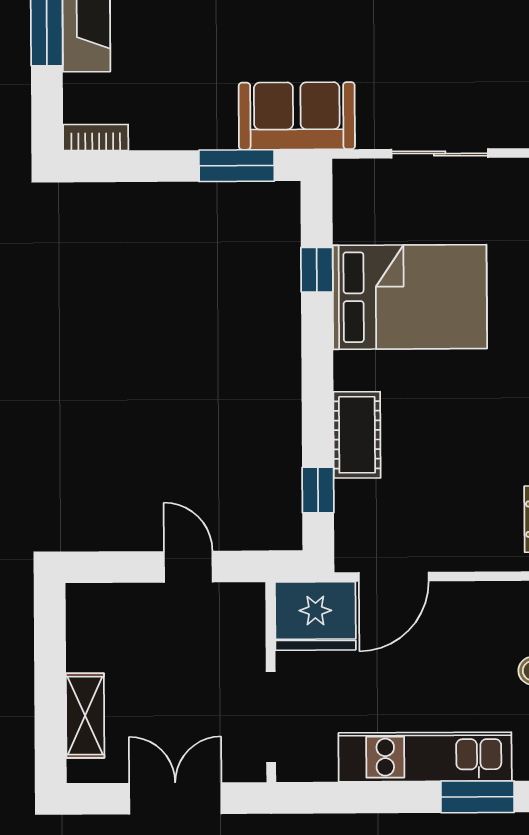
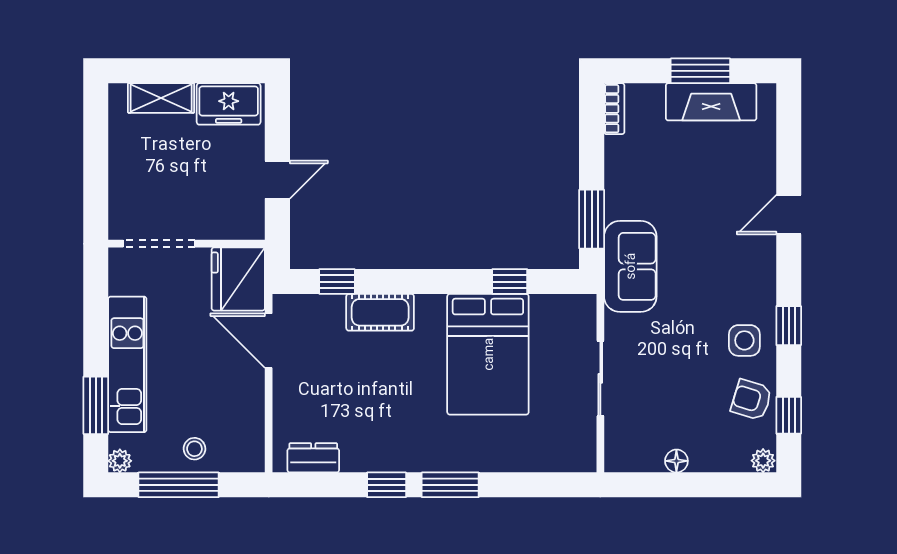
freezer: (92, 629) -> (229, 104), added
double door: (175, 798) -> (96, 168), removed

